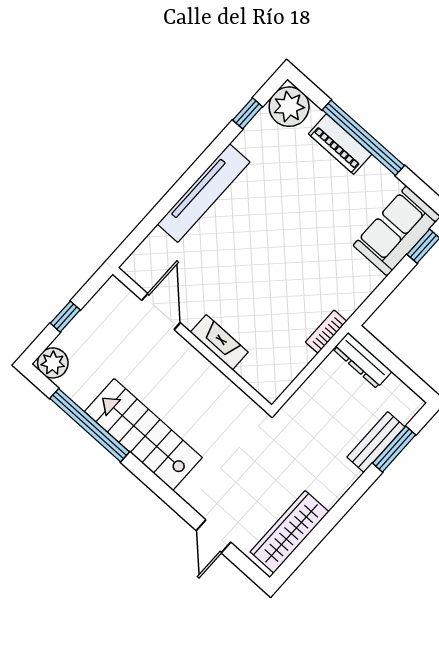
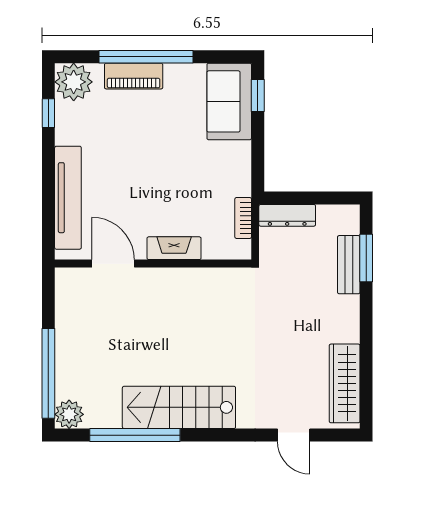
door: (161, 312) -> (113, 264), moved
window: (65, 317) -> (48, 373), width x3.17
wall: (192, 340) -> (153, 264), moved
fireplace: (219, 342) -> (174, 248), moved

